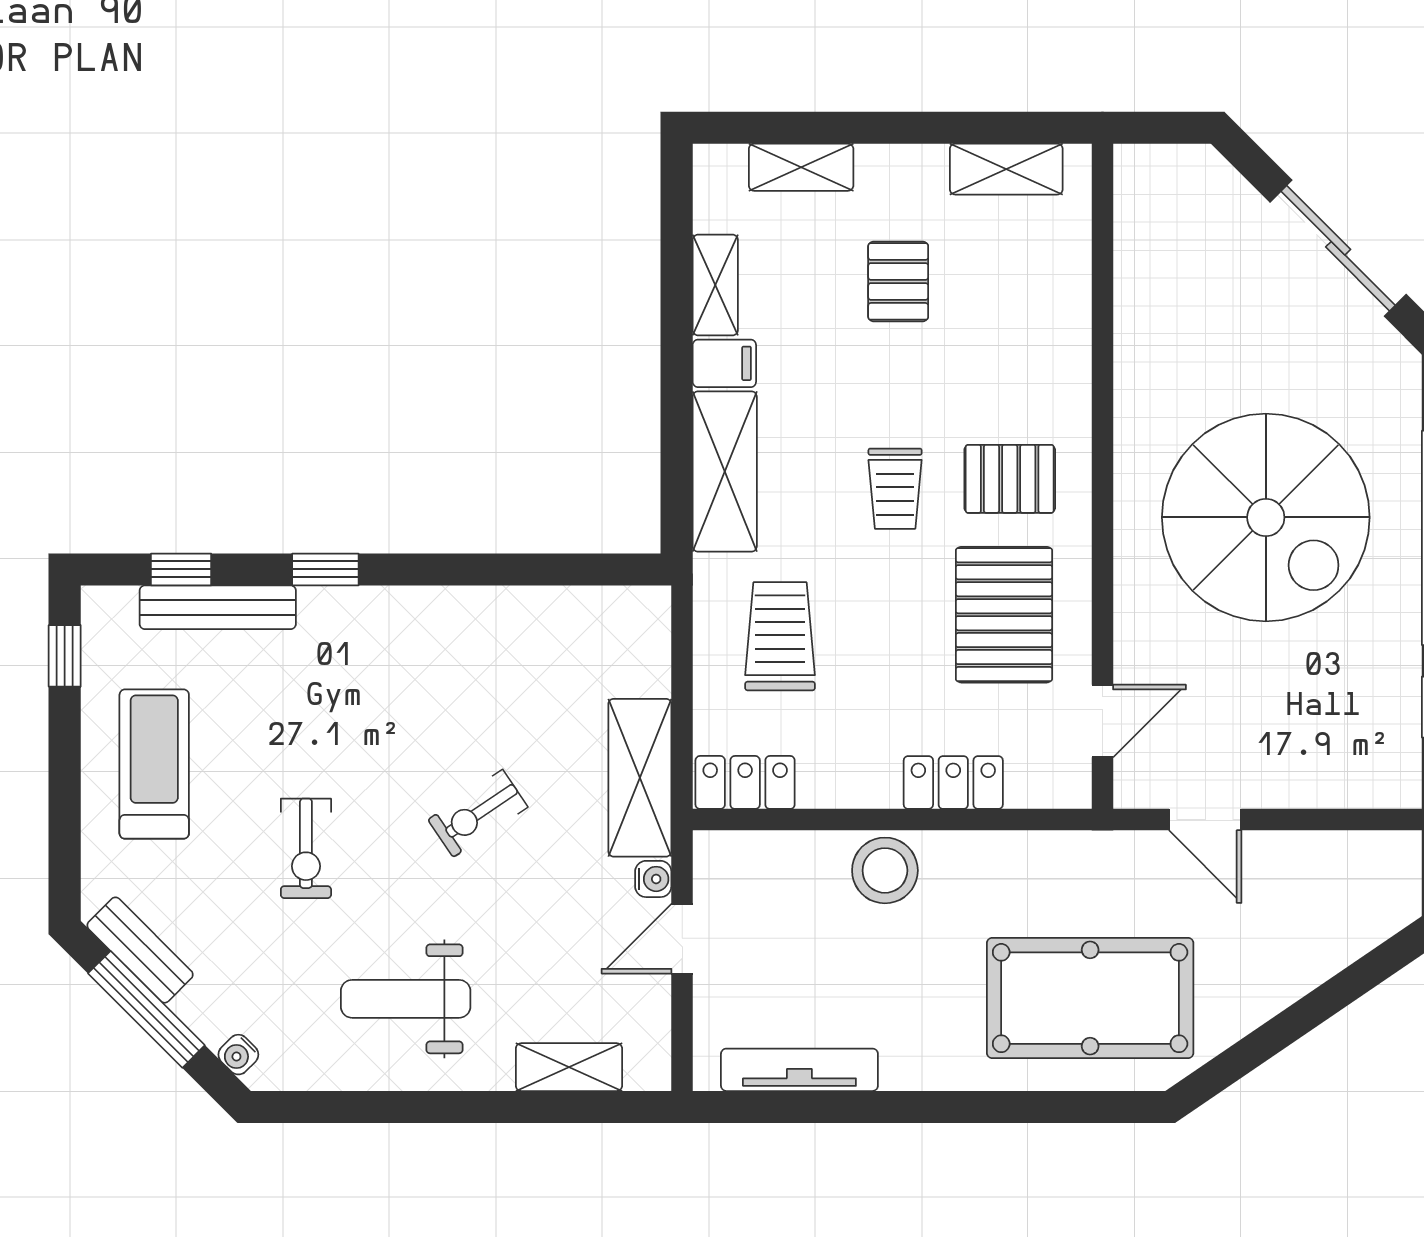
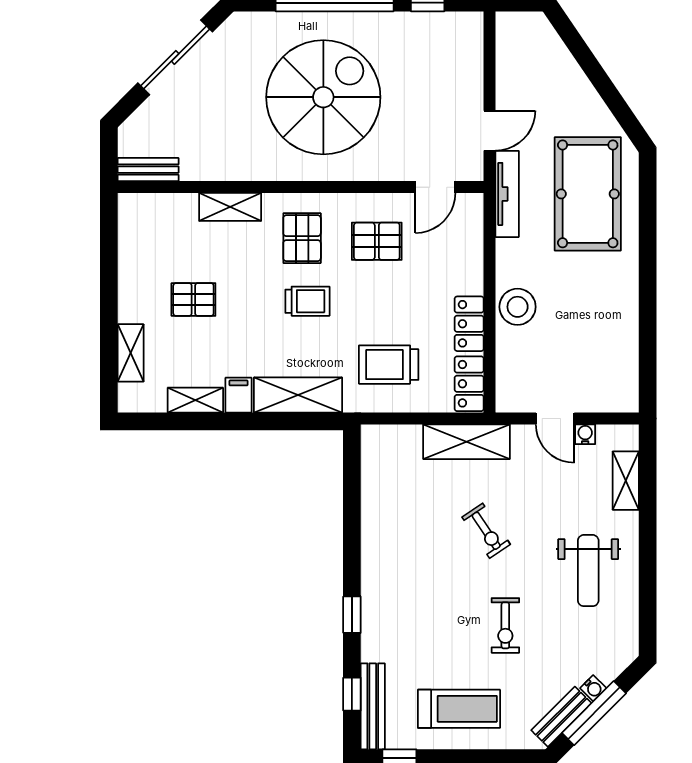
shelving: (1006, 169) -> (230, 207), moved, turned 90
bench: (1134, 199) -> (148, 170), added
bench: (218, 607) -> (373, 706), moved
pallet: (1004, 615) -> (377, 241), width x0.67, depth x0.71
door: (1102, 721) -> (435, 187), swing flipped
treadmill: (154, 764) -> (459, 709), turned 180
locker: (953, 783) -> (469, 324), moved
exercise bike: (306, 848) -> (505, 625), turned 90
water cooler: (653, 879) -> (585, 434), moved
water cooler: (238, 1055) -> (593, 688), moved
tv unit: (799, 1070) -> (507, 194), moved, turned 180

